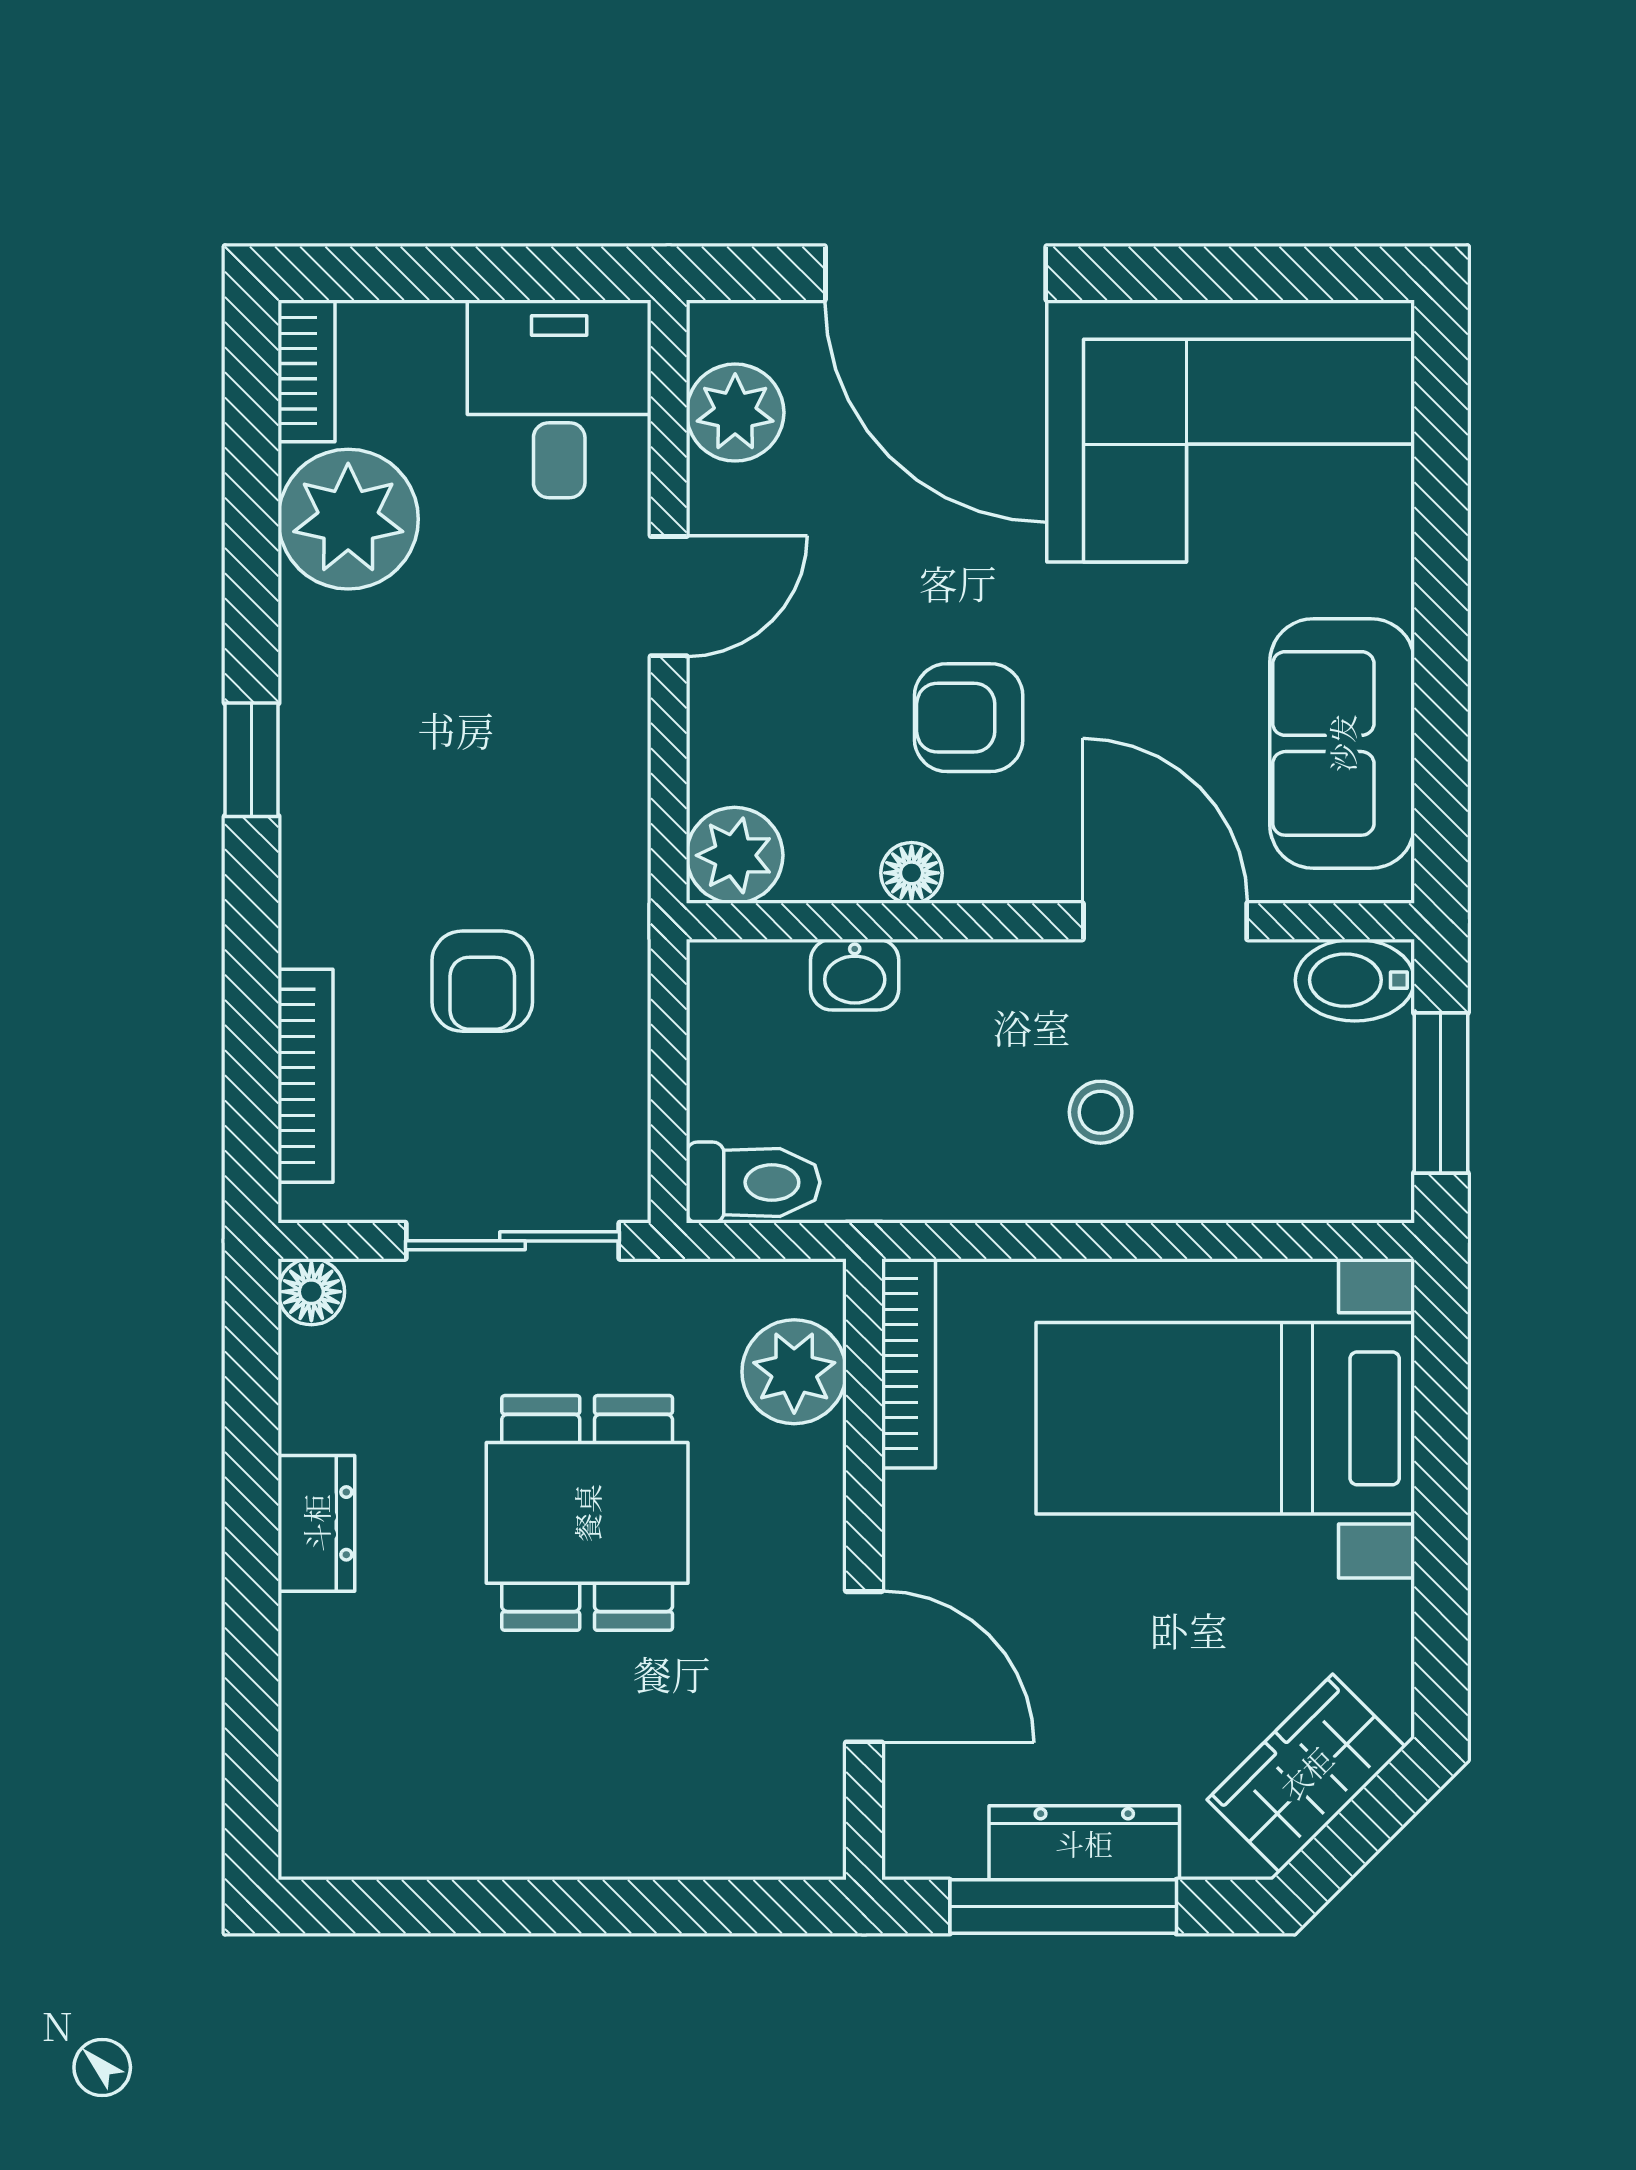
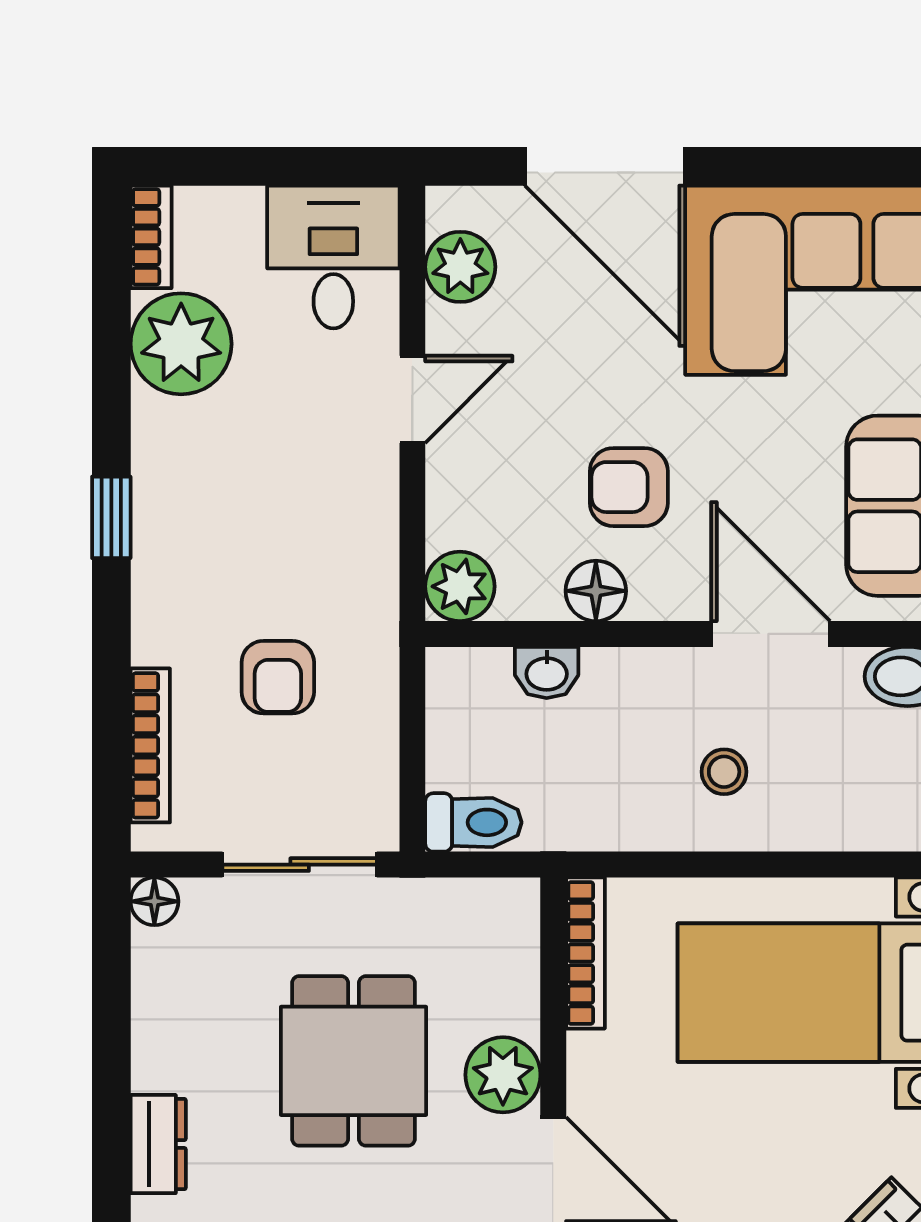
floor lamp: (912, 873) -> (596, 591), width x1.37, depth x1.37
plant: (794, 1372) -> (503, 1075), moved
dresser: (316, 1523) -> (158, 1144), moved

